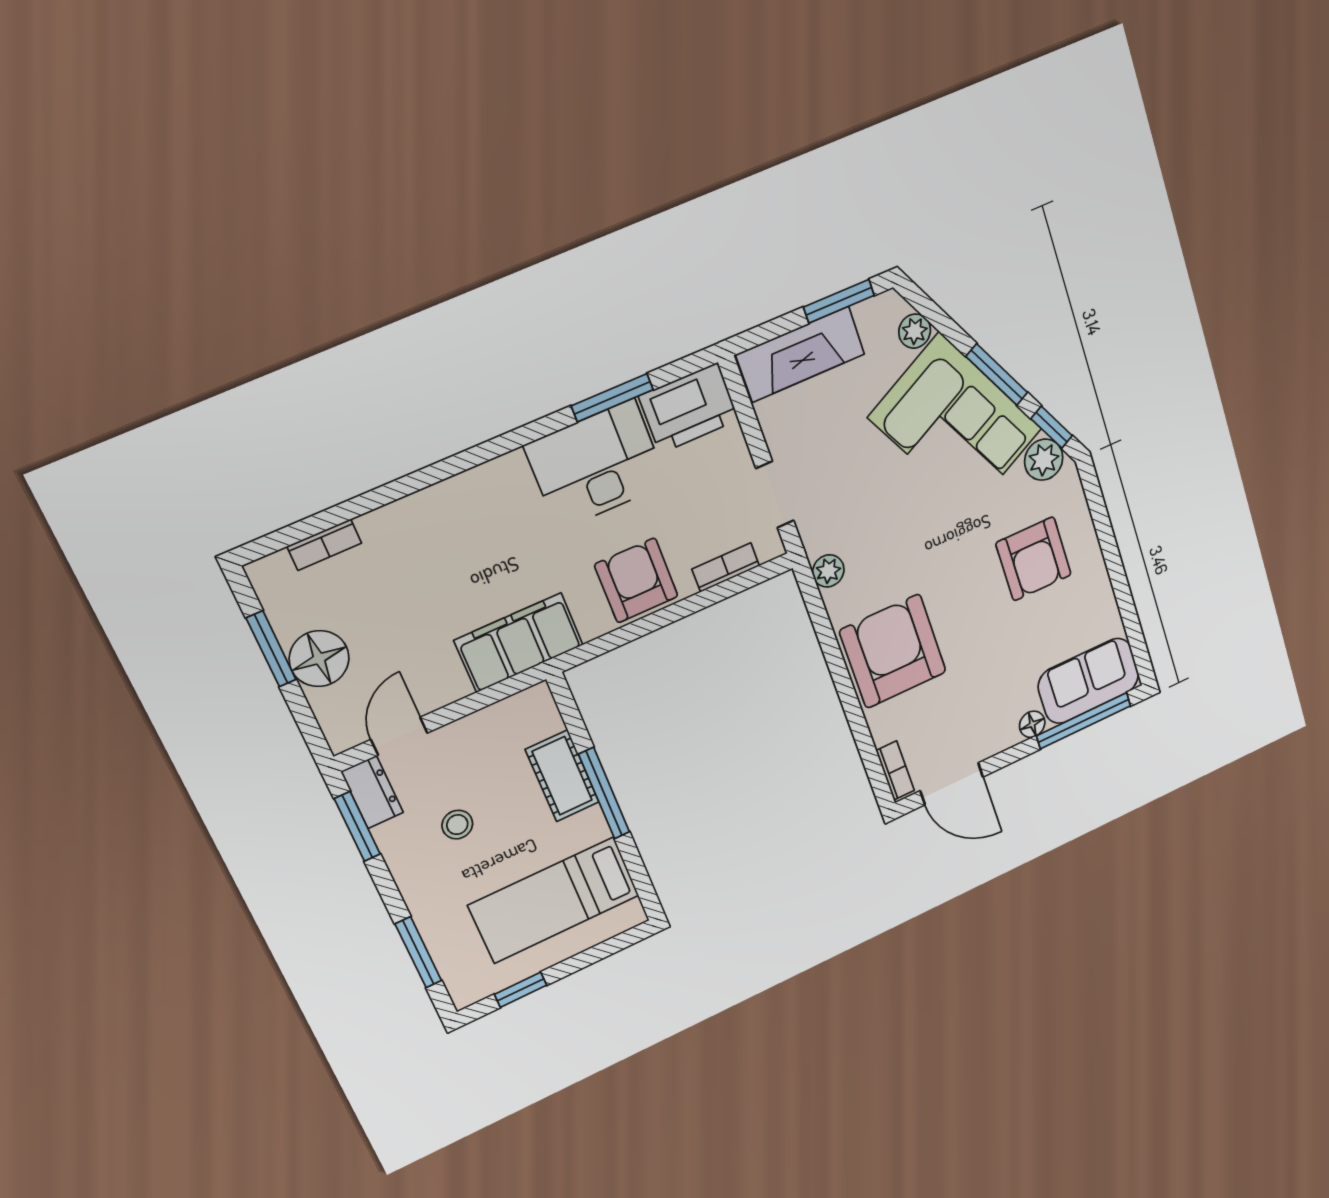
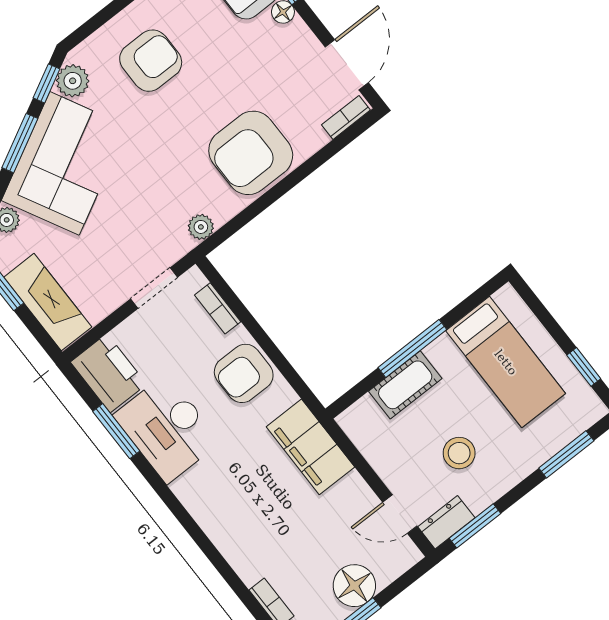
stool: (457, 825) -> (459, 453), width x1.37, depth x1.37

